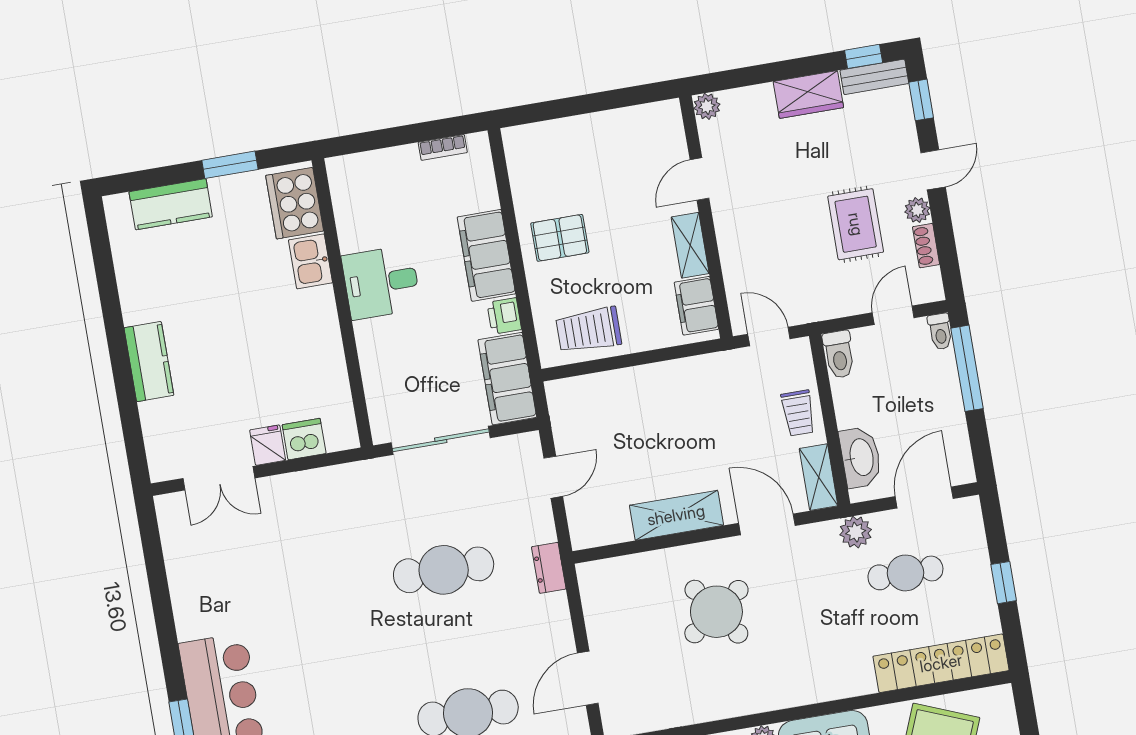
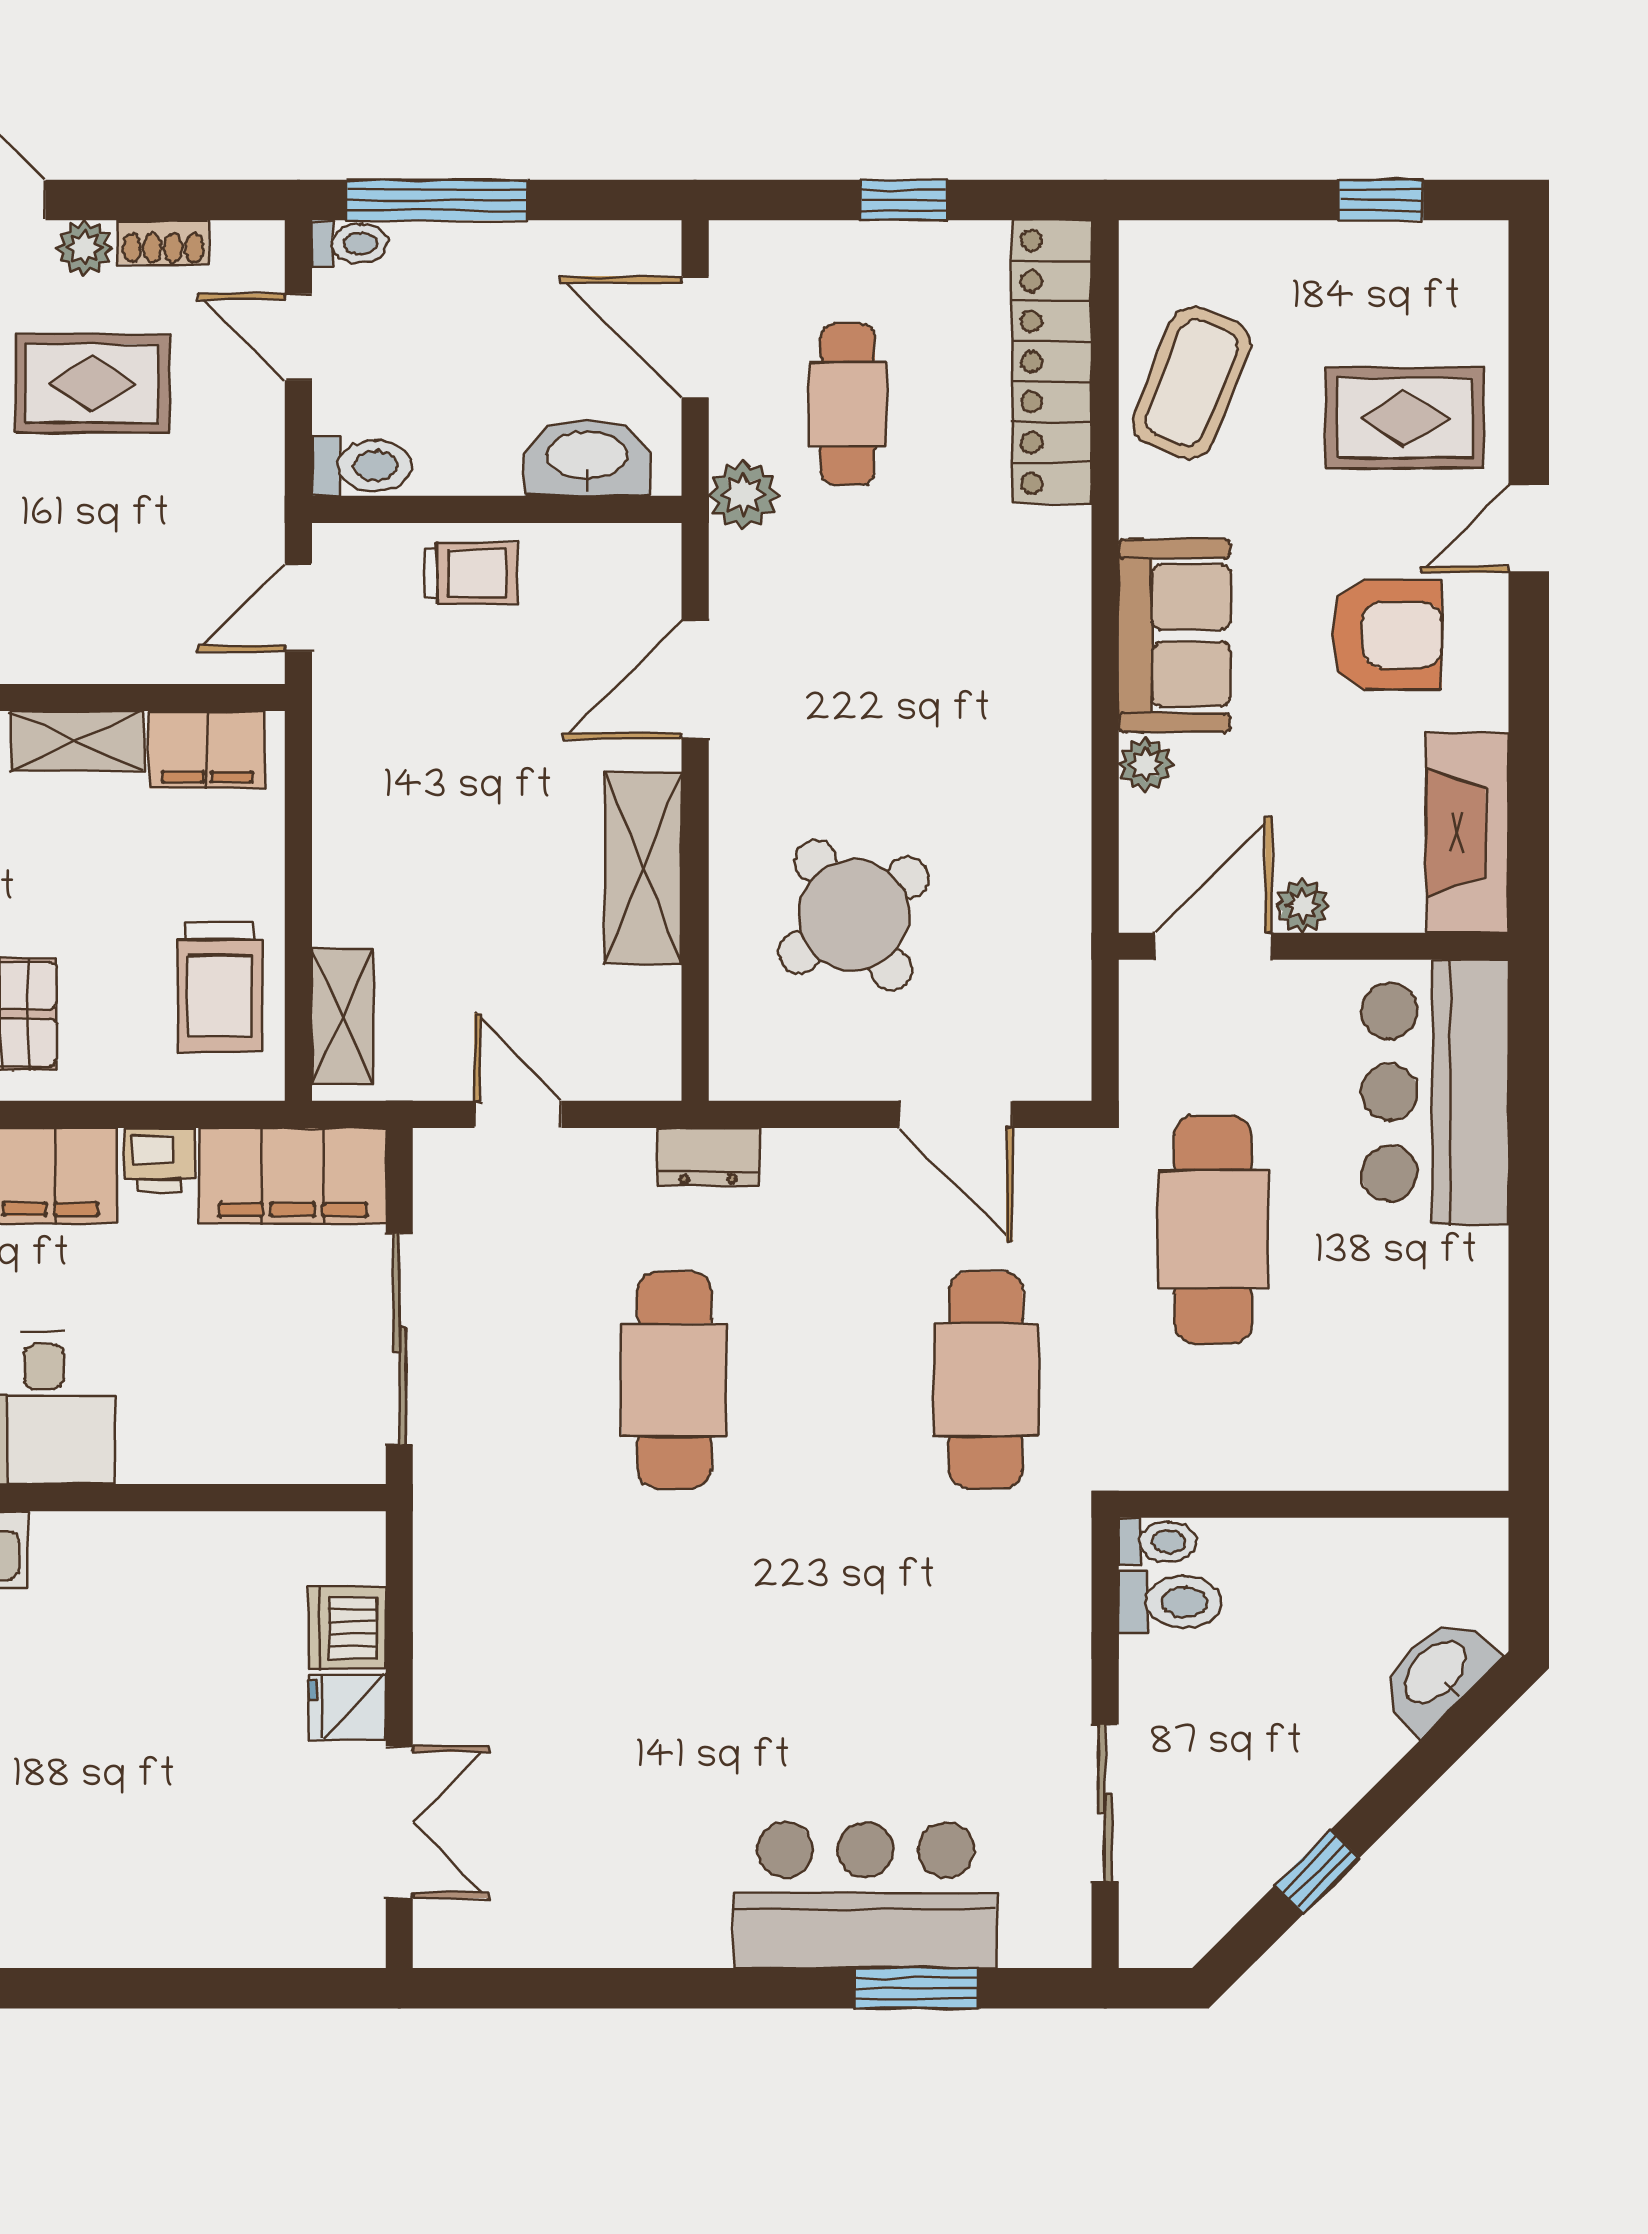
kitchen counter: (149, 362) -> (127, 1928), removed
shelving: (819, 477) -> (342, 1017), moved, turned 90
round table: (716, 612) -> (853, 915), moved

